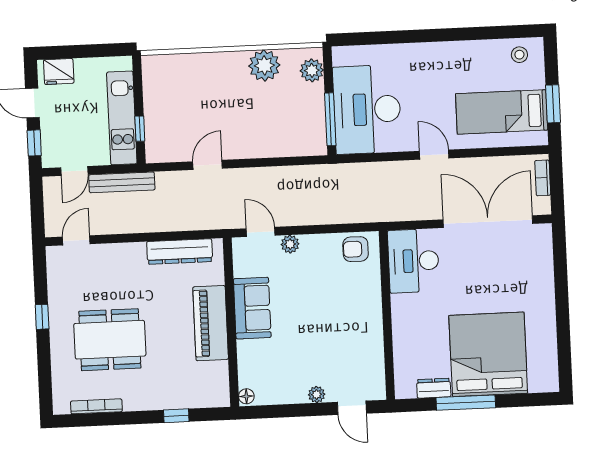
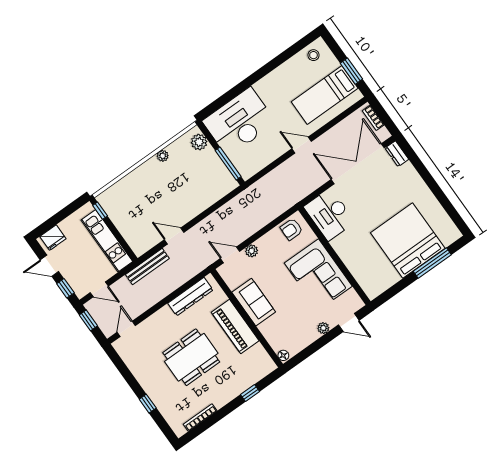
plant: (264, 65) -> (163, 156), width x0.53, depth x0.53
desk: (367, 109) -> (239, 122), moved, turned 90
window: (140, 129) -> (100, 211), moved
door: (207, 165) -> (174, 236), hinge flipped
door: (74, 171) -> (99, 289), hinge flipped
bench: (122, 182) -> (147, 266), moved
window: (37, 200) -> (88, 320), added
window: (42, 317) -> (148, 404), moved
corner sofa: (353, 326) -> (318, 275), added
dining table: (110, 340) -> (191, 357), moved
dresser: (434, 388) -> (397, 154), moved, turned -90
window: (466, 403) -> (432, 263), moved

